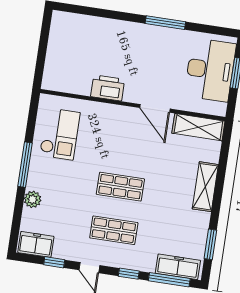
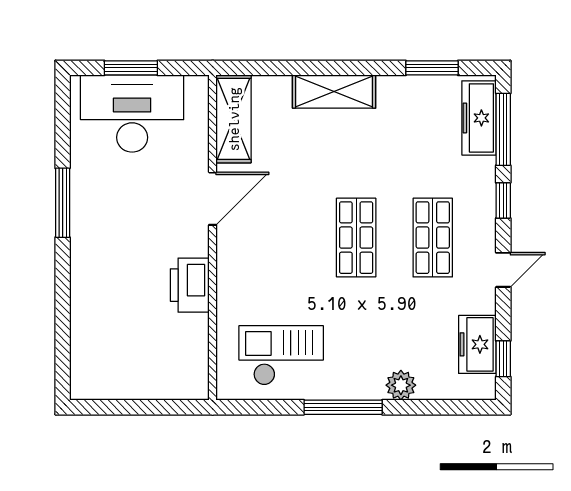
freezer: (36, 244) -> (477, 344), moved
window: (54, 262) -> (503, 359), moved

